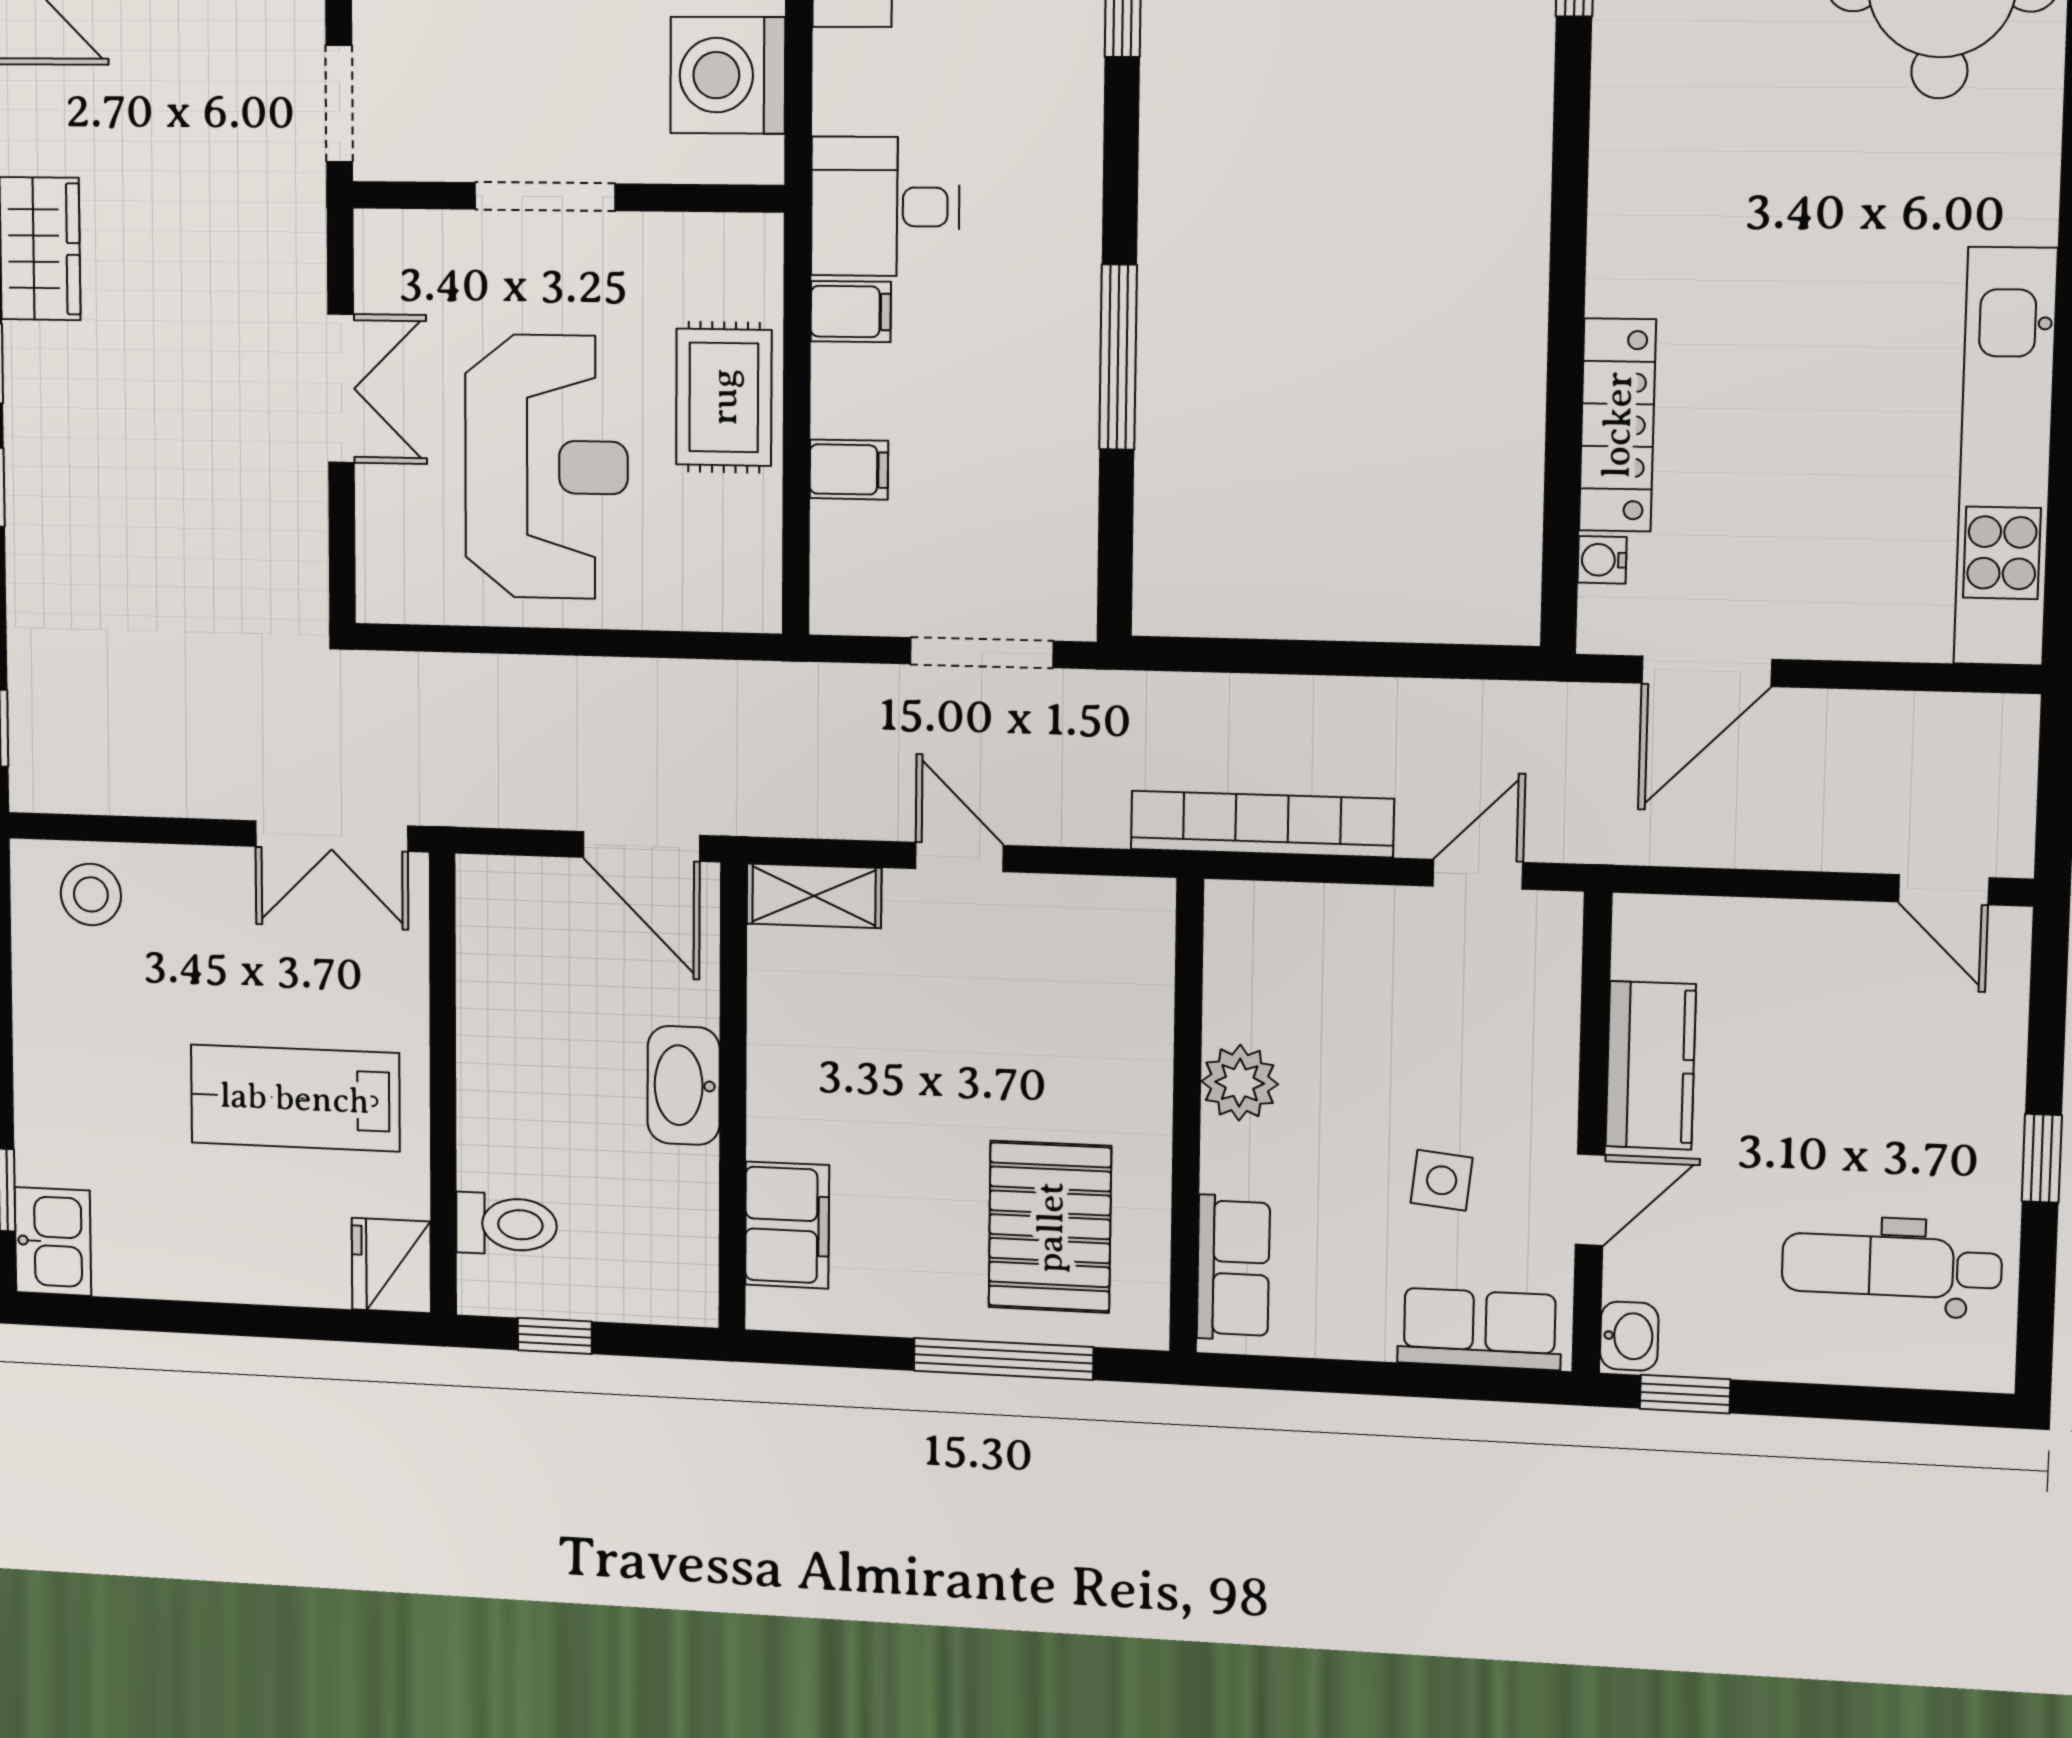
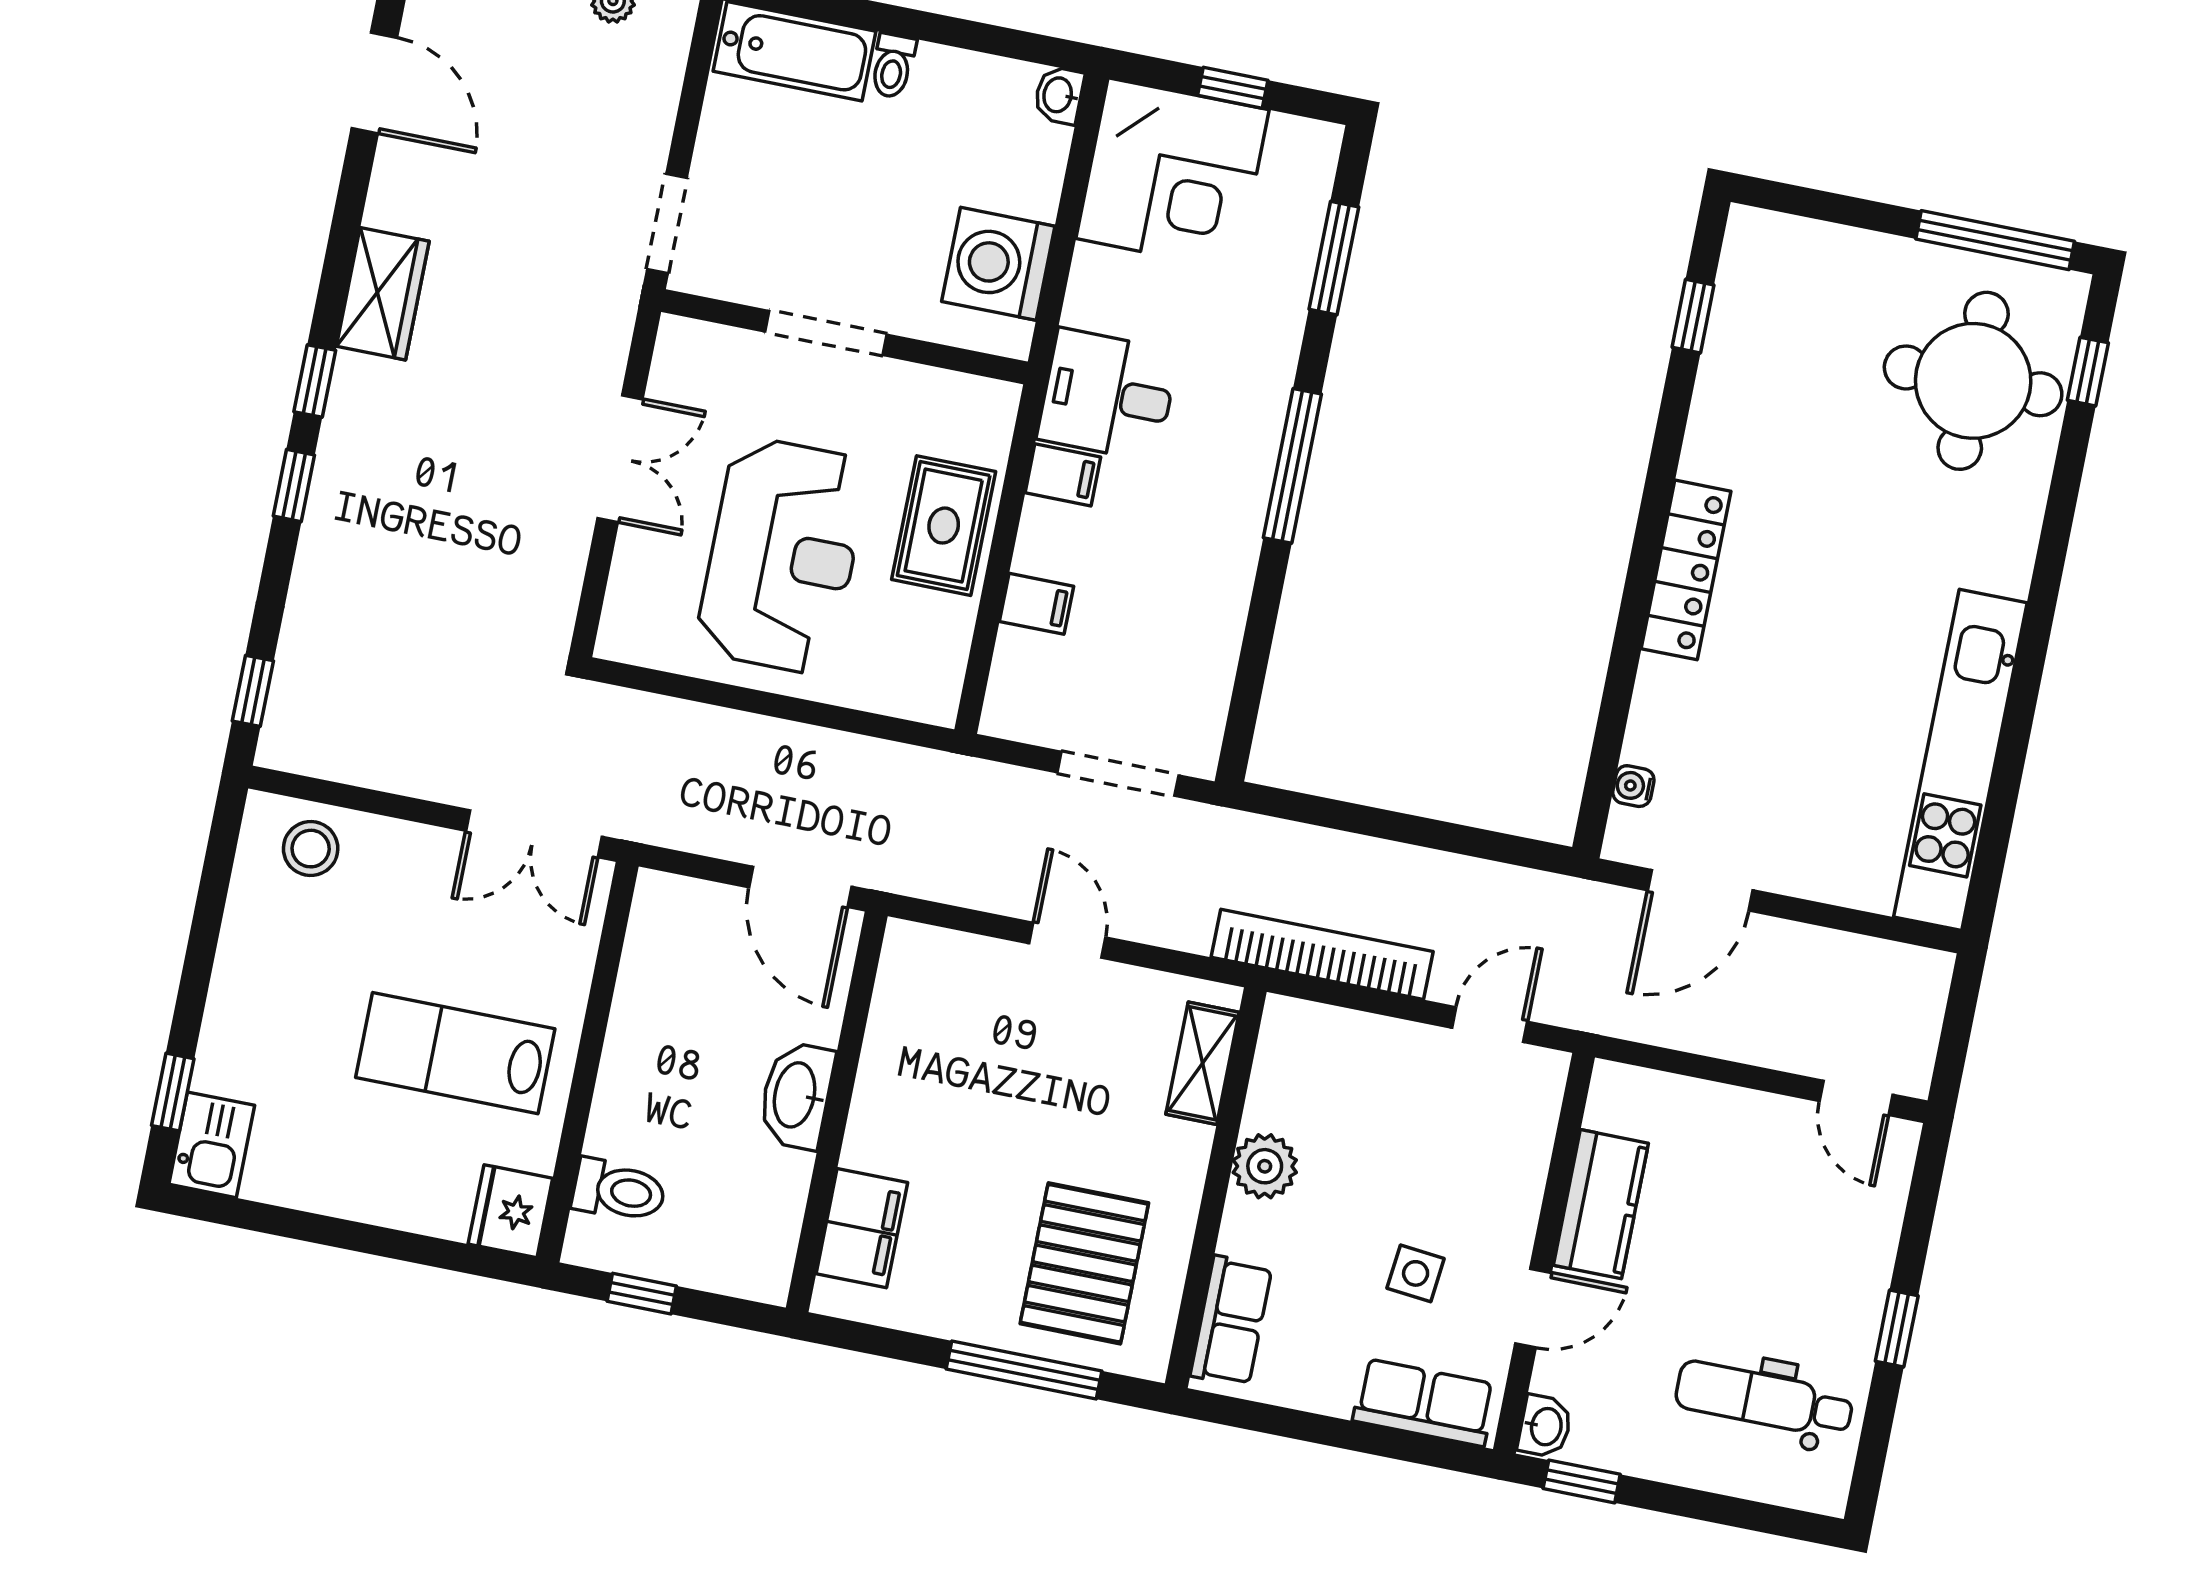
window: (1118, 357) -> (1292, 466), moved
locker: (1617, 425) -> (1686, 570), moved
shelving: (814, 896) -> (1203, 1063), moved, turned 90

